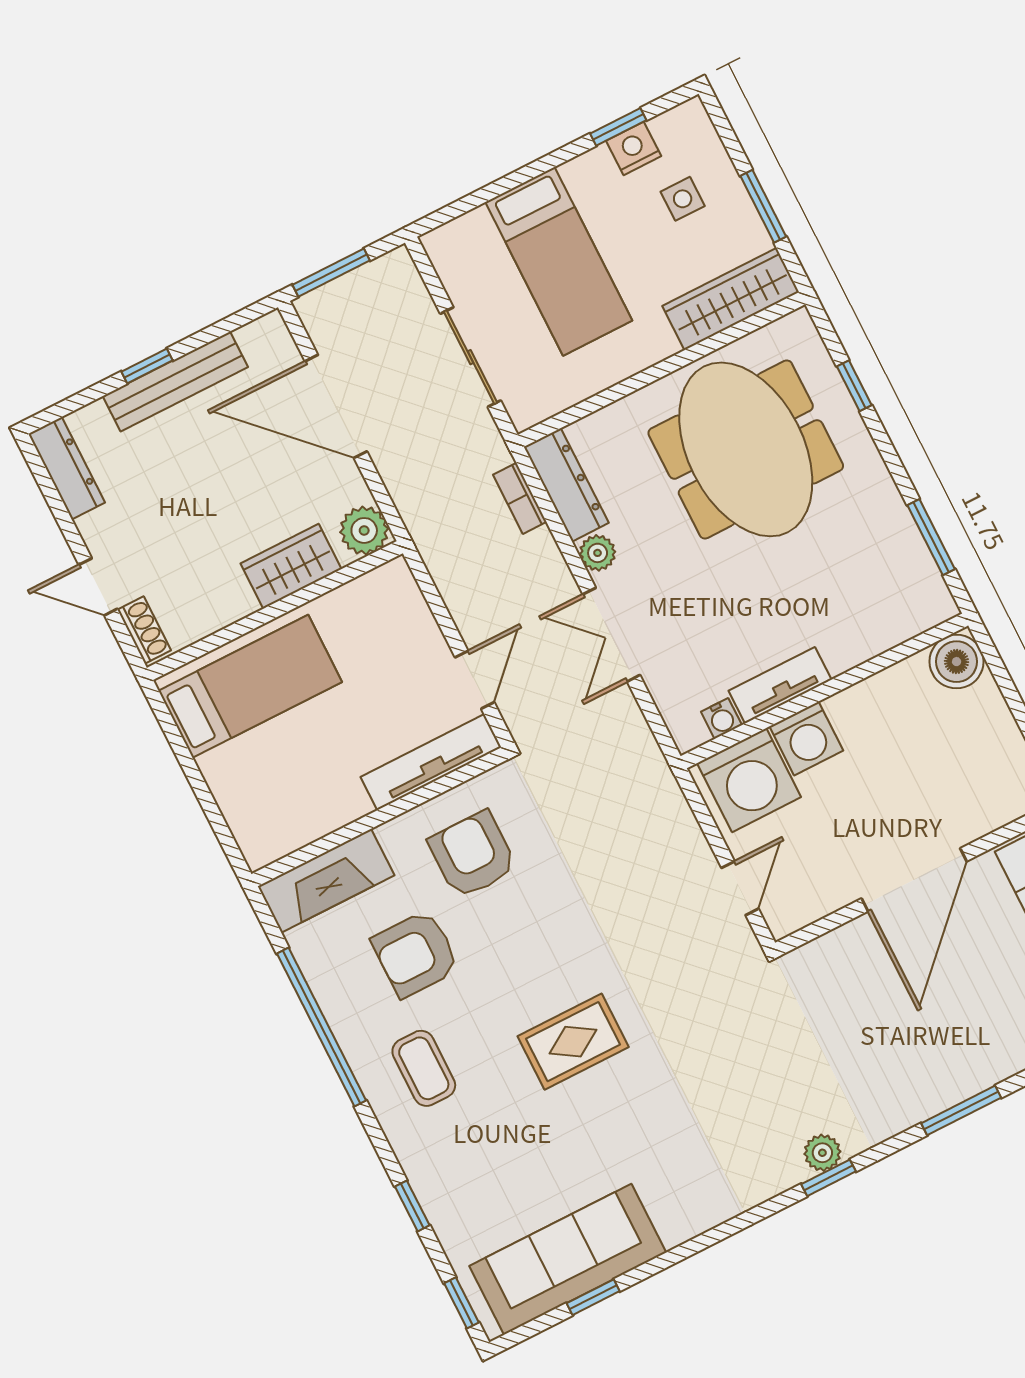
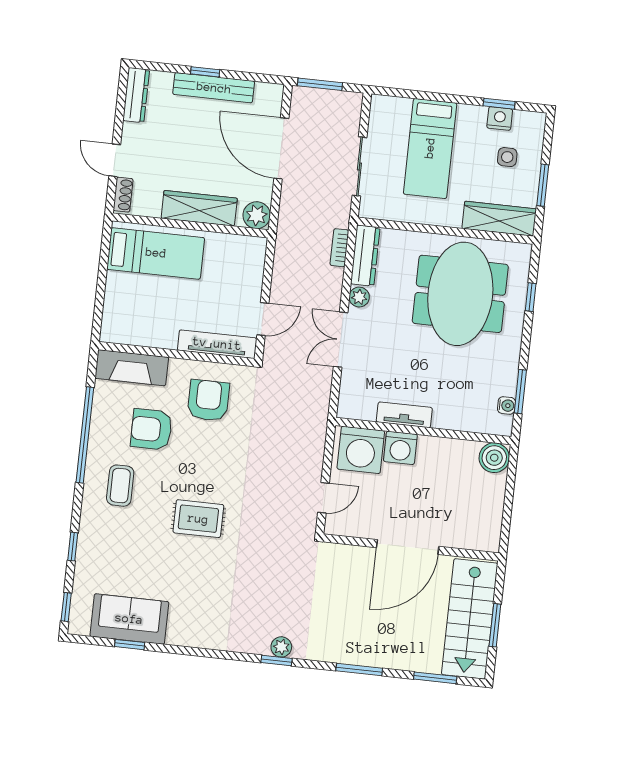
wardrobe: (291, 566) -> (199, 208), width x1.50
water cooler: (721, 718) -> (506, 405), moved, turned -90
sofa: (568, 1259) -> (129, 619), width x0.73

